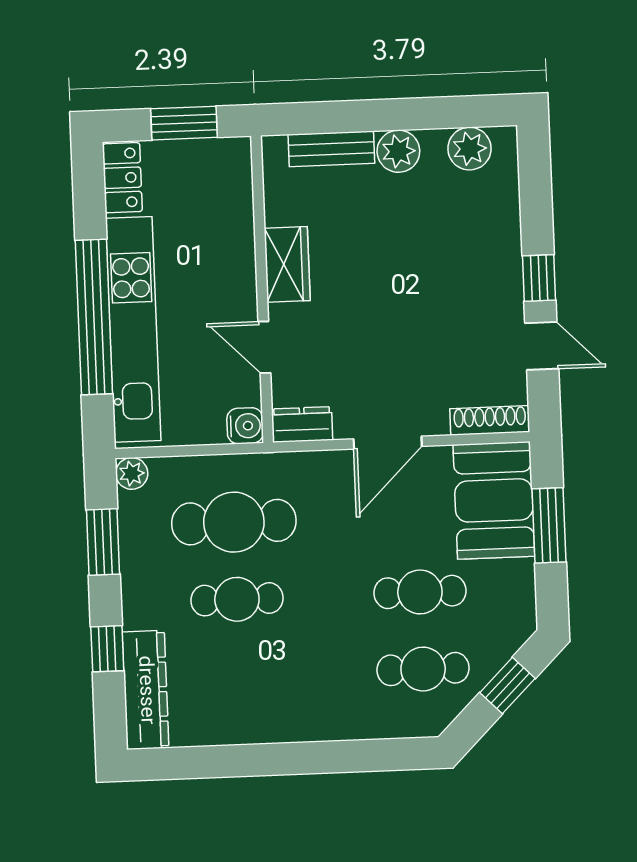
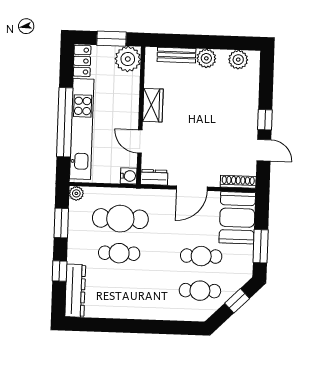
plant: (224, 166) -> (128, 59), added
window: (549, 525) -> (261, 246), moved

